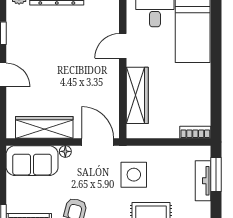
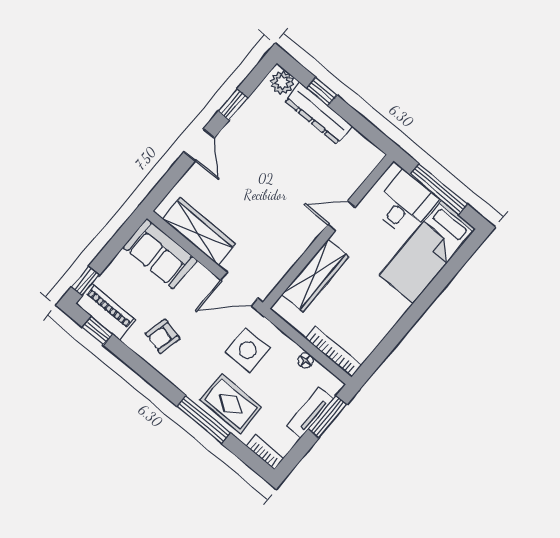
bookcase: (195, 132) -> (333, 352), width x1.56
door: (98, 142) -> (239, 289), swing flipped
floor lamp: (65, 151) -> (306, 360), moved

